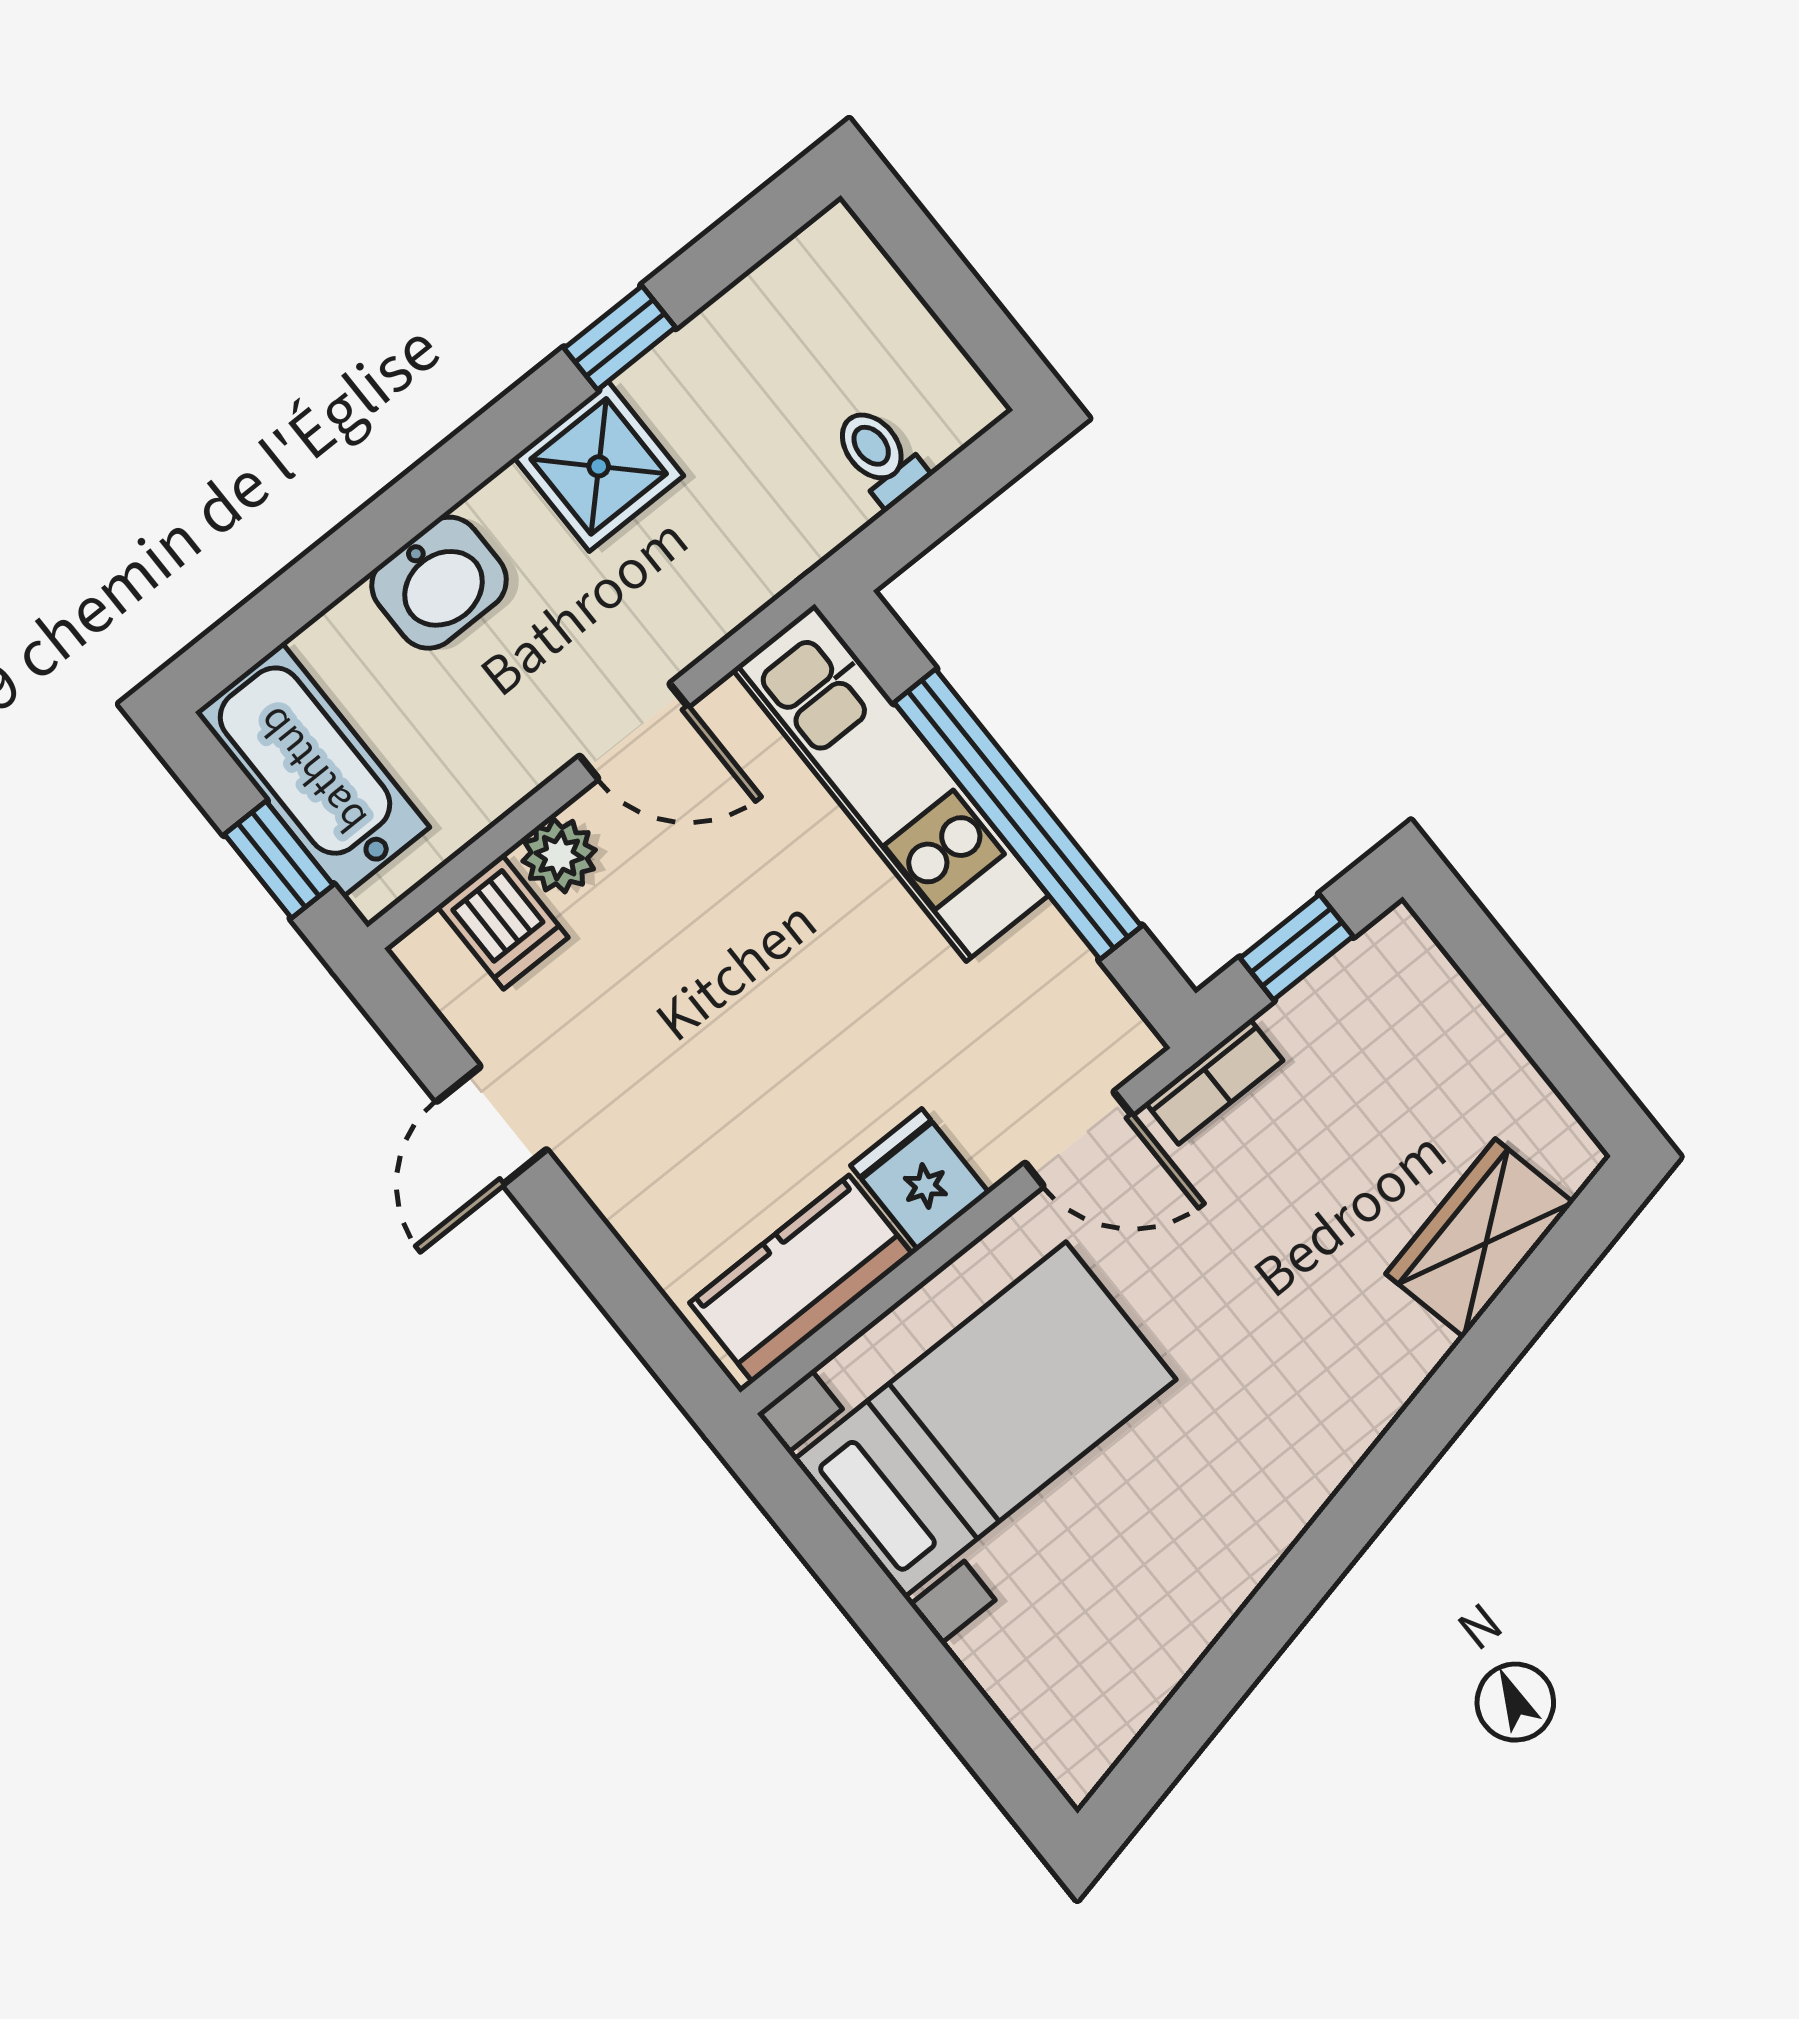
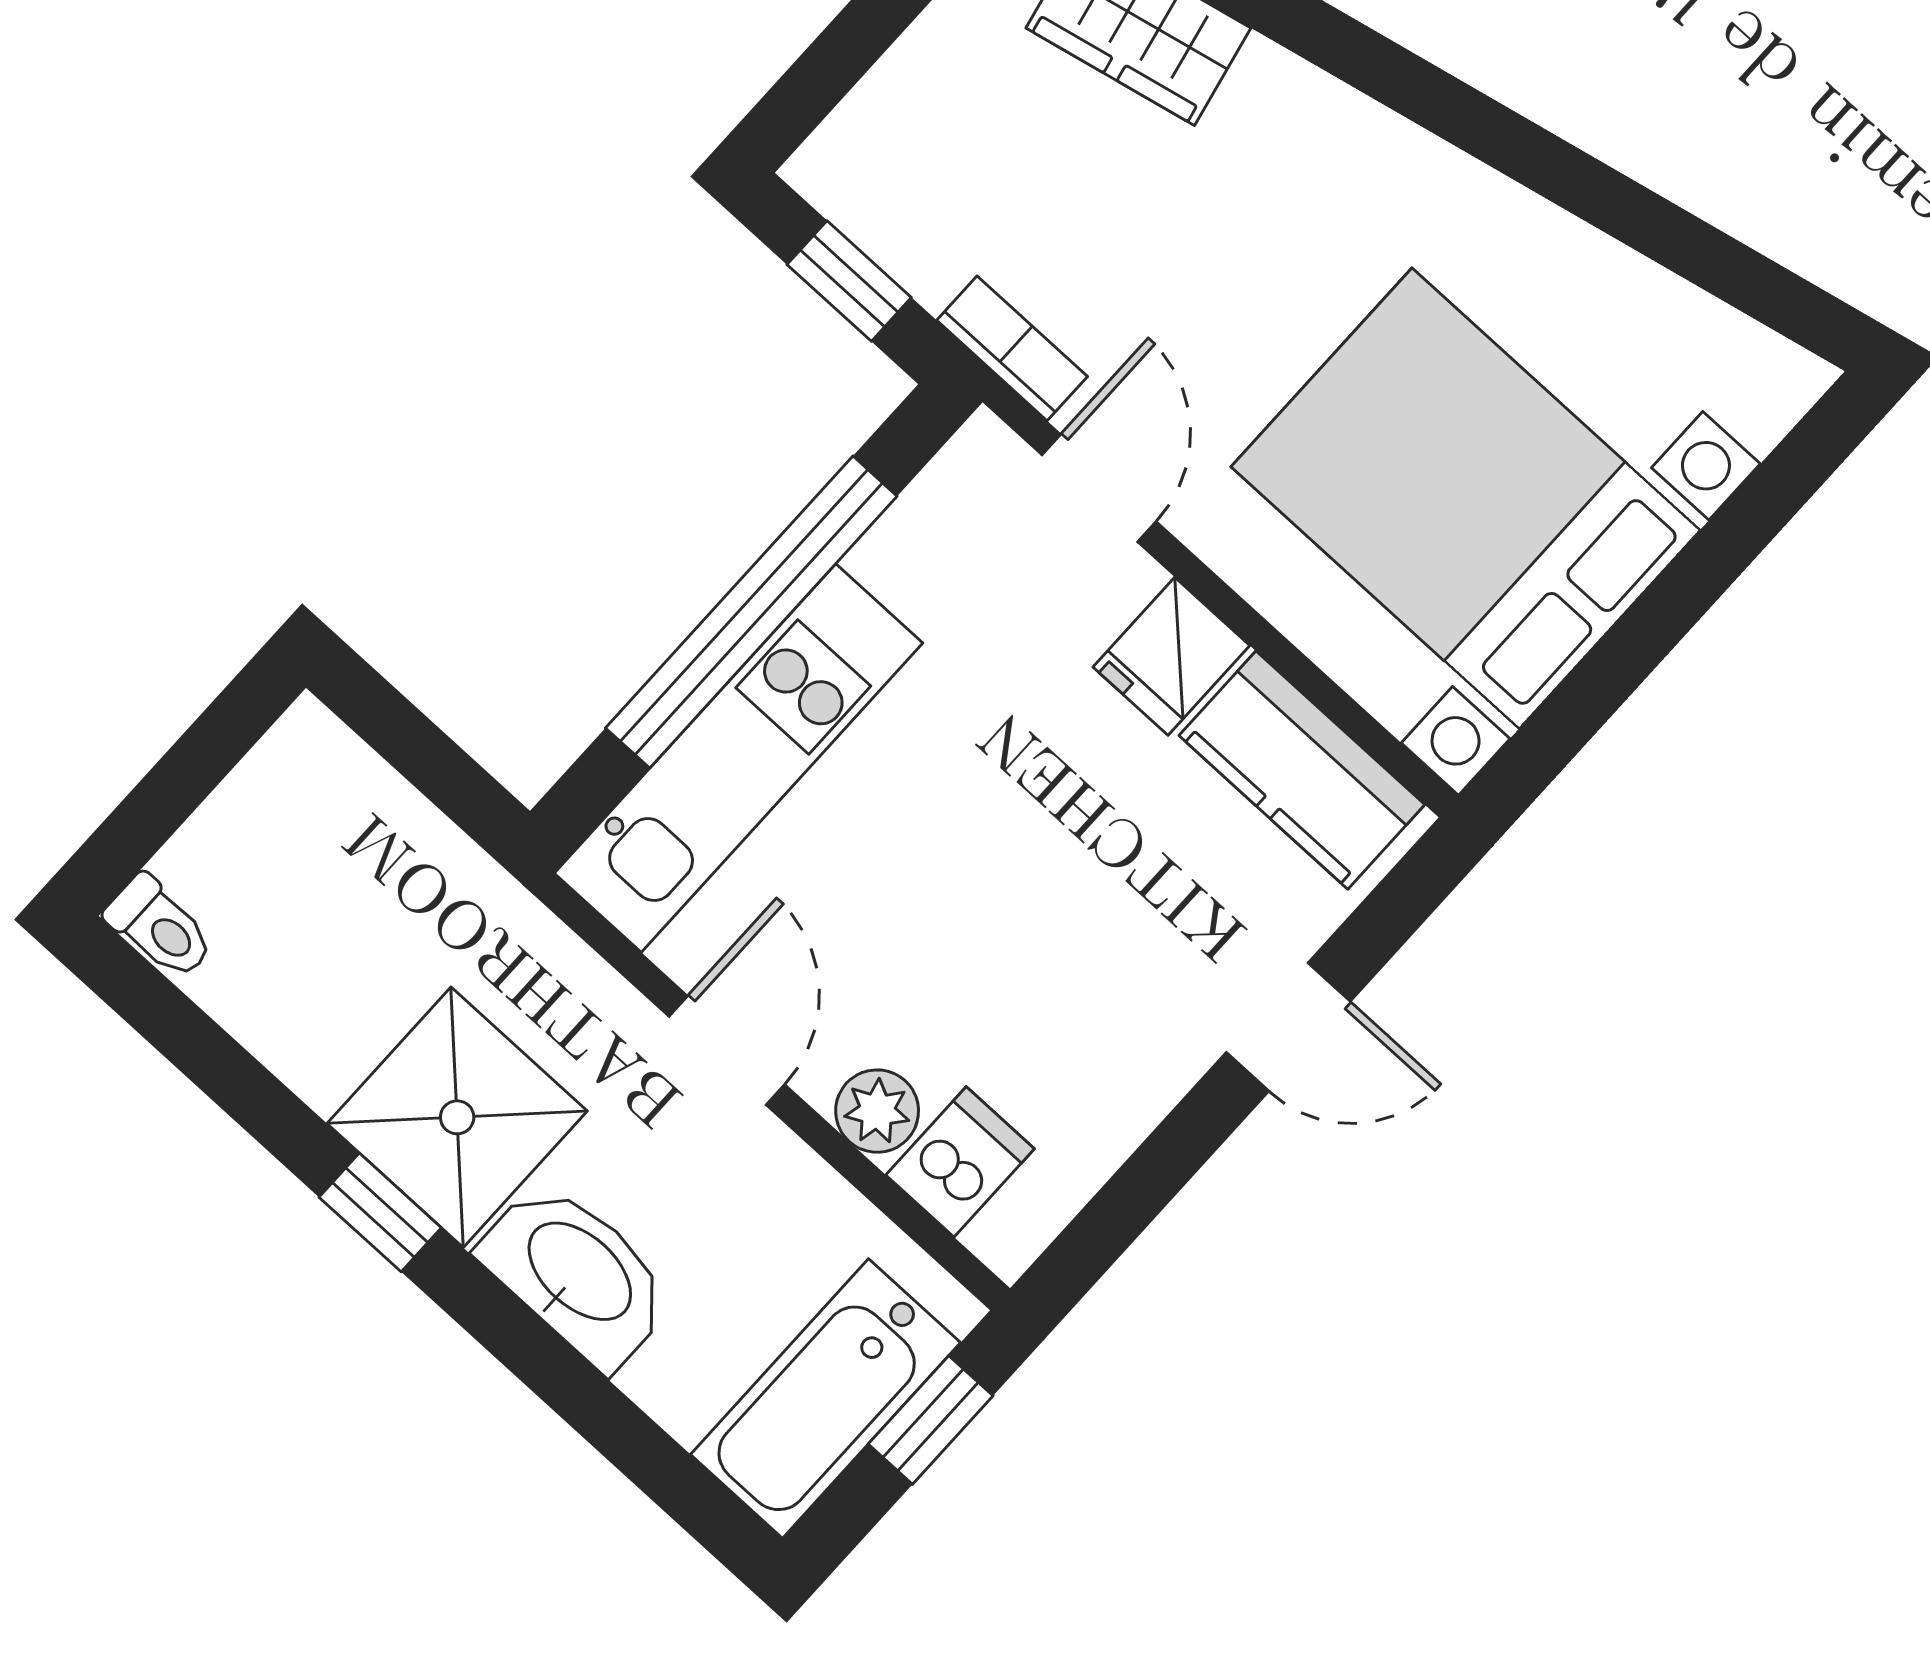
window: (620, 338) -> (380, 1212), moved
toilet: (880, 456) -> (160, 927), moved, turned -90
shower: (599, 466) -> (457, 1117), width x1.36, depth x1.36
washbasin: (439, 583) -> (578, 1274), width x1.38
door: (492, 1126) -> (1288, 1027), moved
bed with nightstands: (985, 1420) -> (1465, 498), width x1.36

